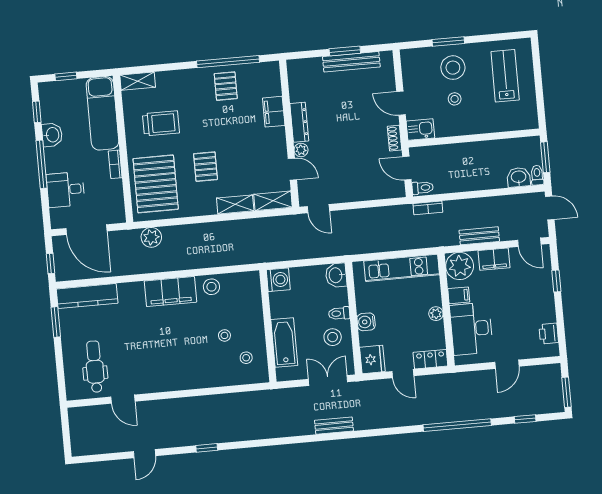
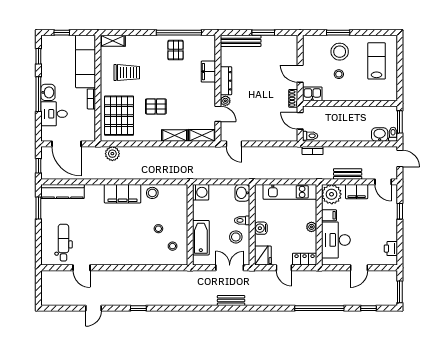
bench: (351, 62) -> (241, 41), moved
washbasin: (52, 135) -> (48, 92), moved
pallet: (206, 167) -> (156, 106), turned 90

